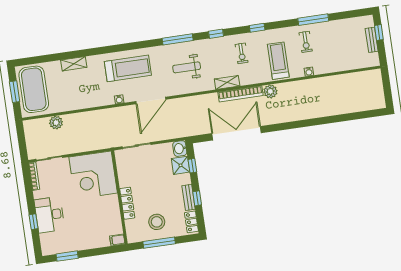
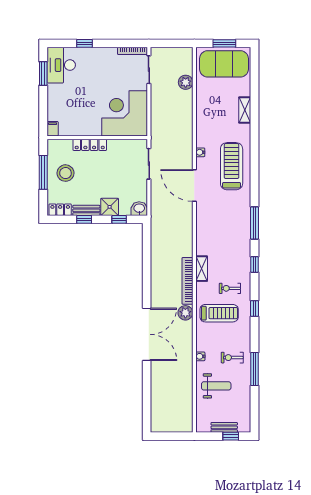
treadmill: (278, 61) -> (219, 313), moved
weight bench: (187, 67) -> (216, 386), moved, turned 90
treadmill: (128, 68) -> (232, 166), turned 180
double door: (237, 133) -> (147, 334), moved
shower: (181, 165) -> (110, 207), moved
desk: (49, 215) -> (61, 65), moved, turned -90

